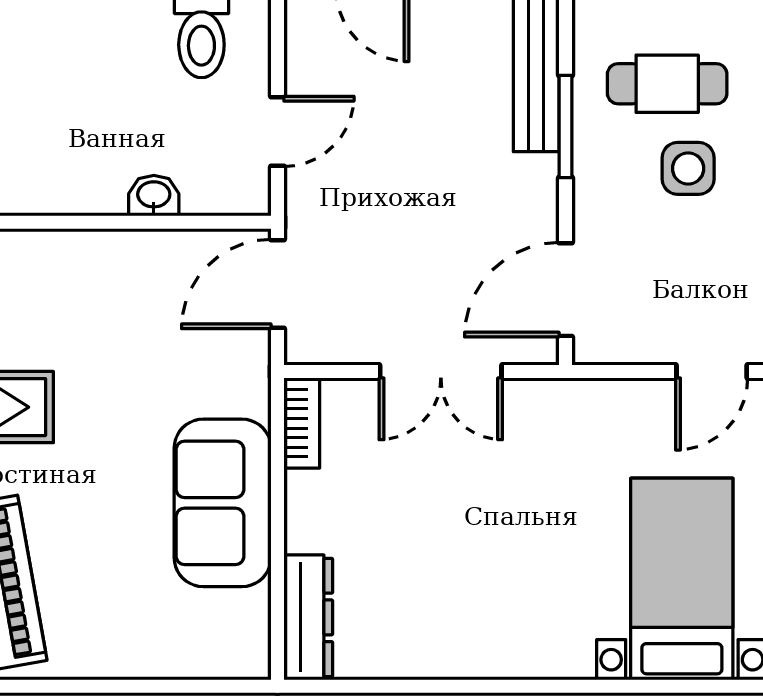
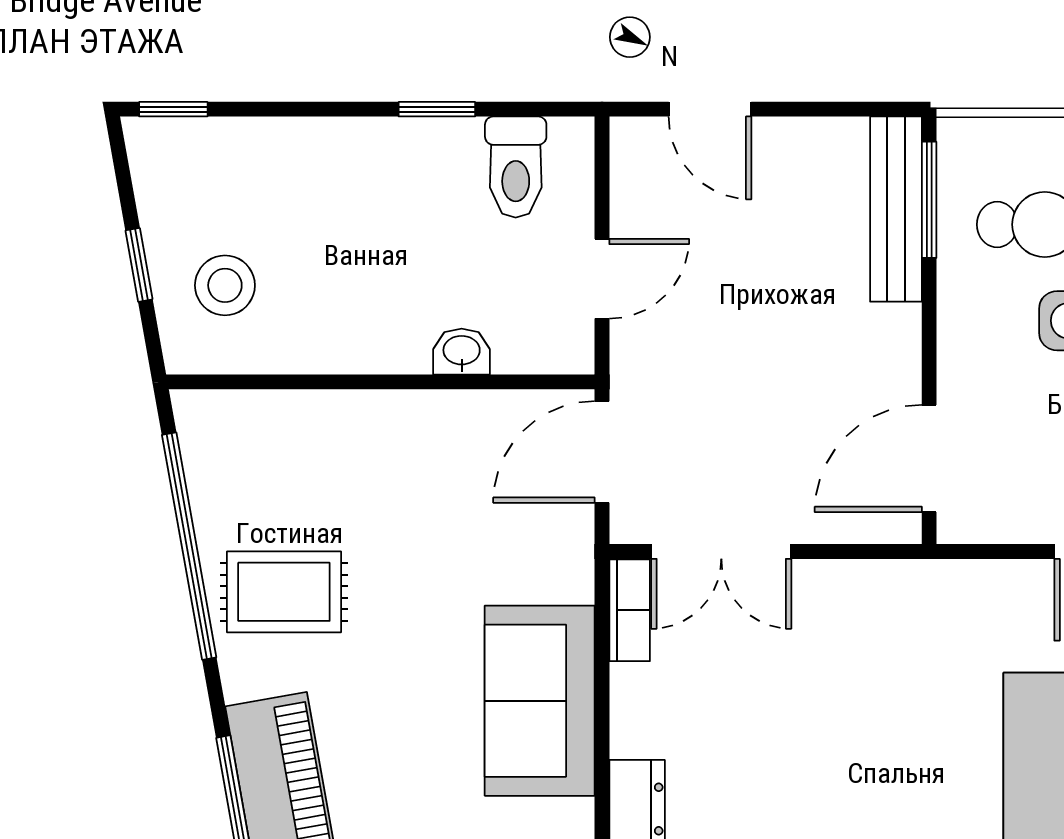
window: (565, 126) -> (929, 200), moved
double door: (441, 372) -> (721, 551), moved

